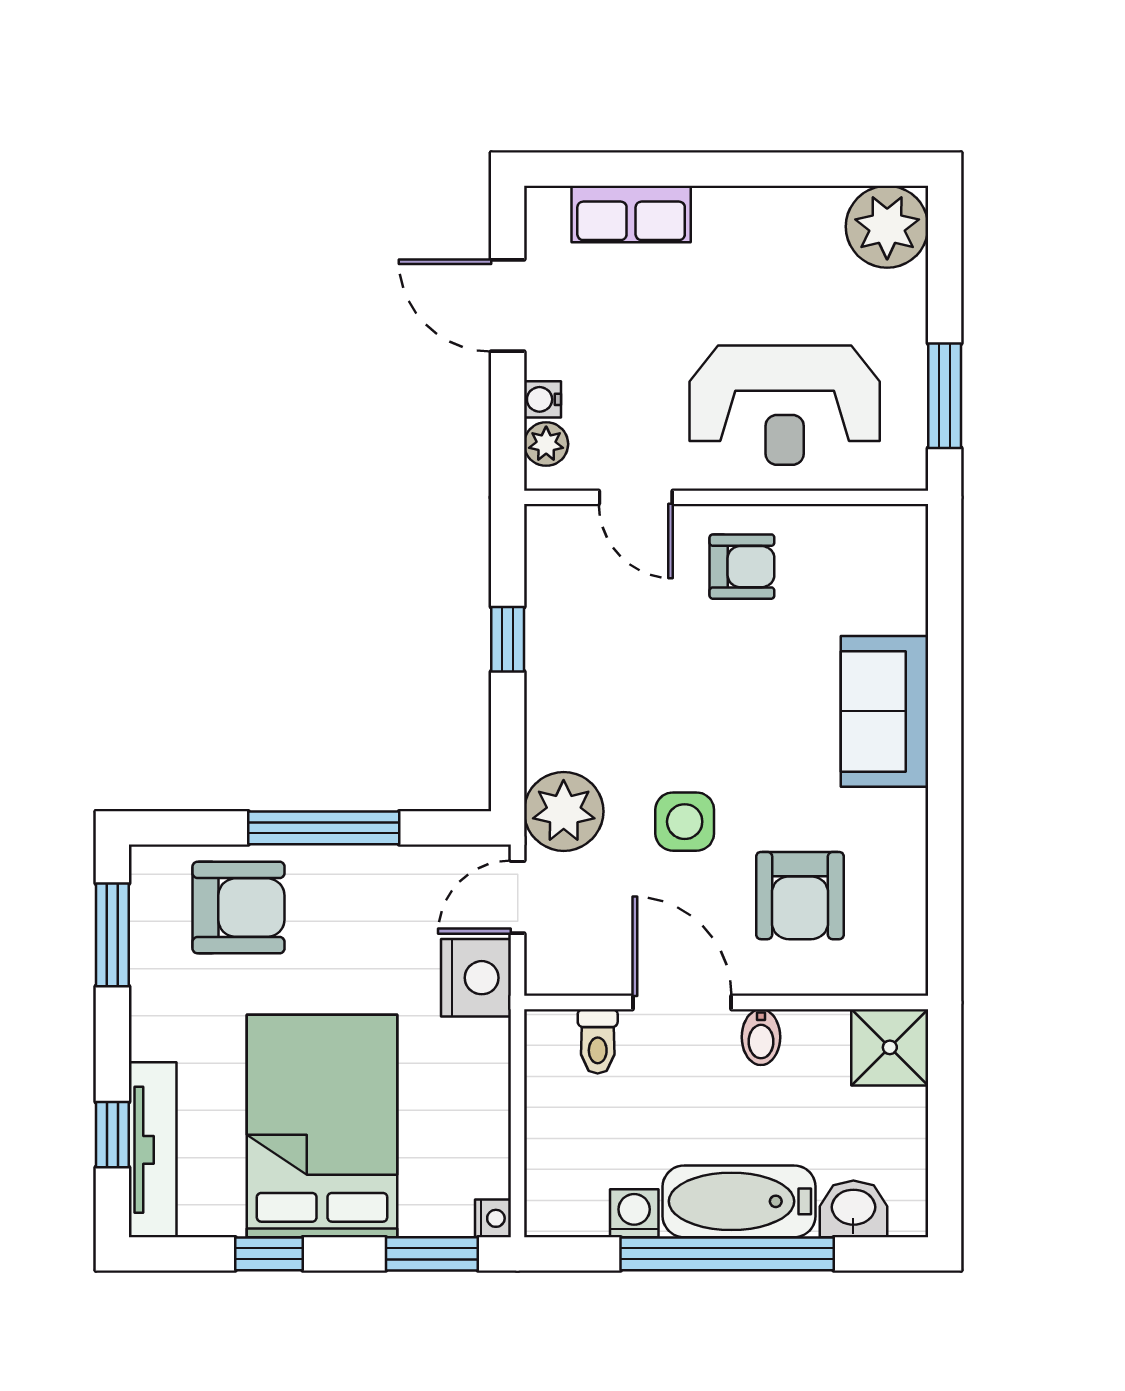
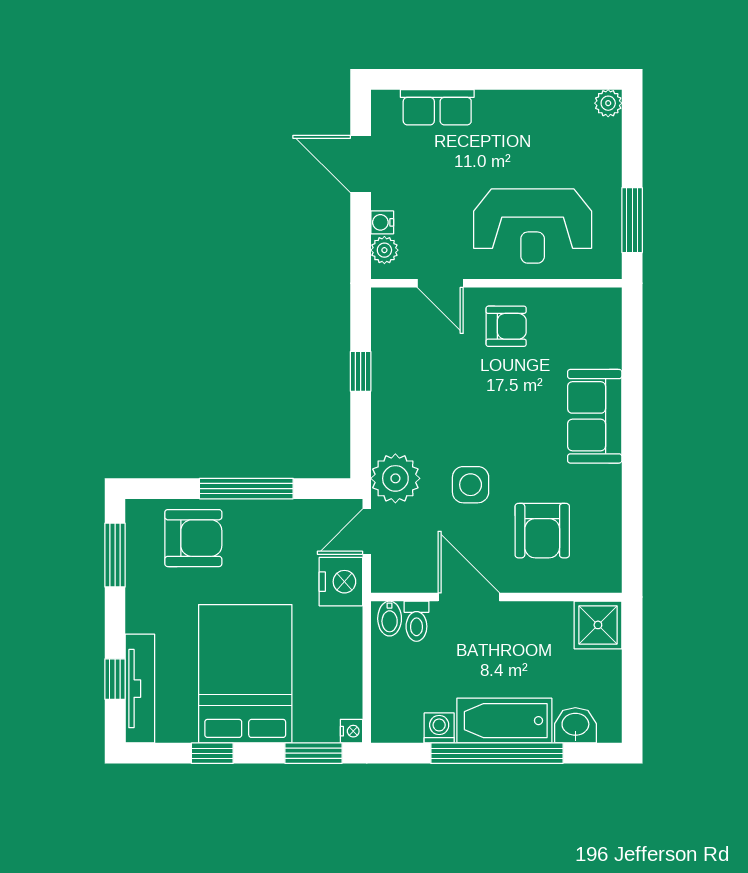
plant: (887, 227) -> (608, 103), width x0.53, depth x0.53
bidet: (761, 1037) -> (390, 619), moved

